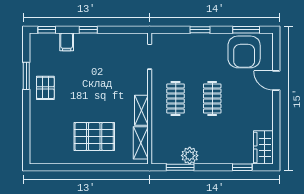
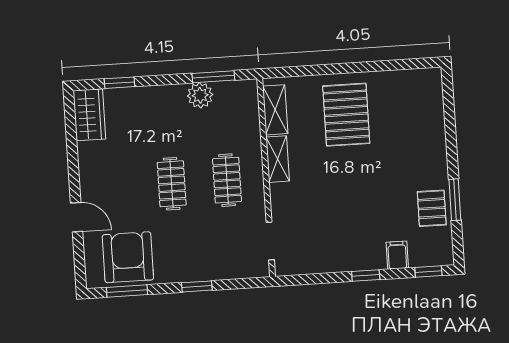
pallet: (45, 88) -> (432, 208), moved
pallet: (94, 137) -> (346, 115), turned 90

